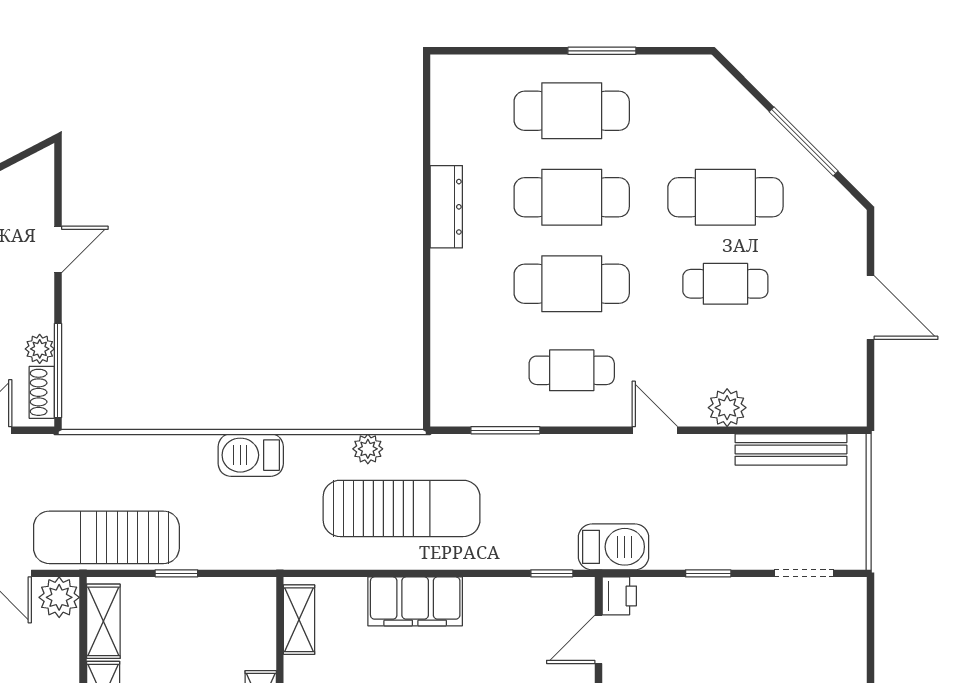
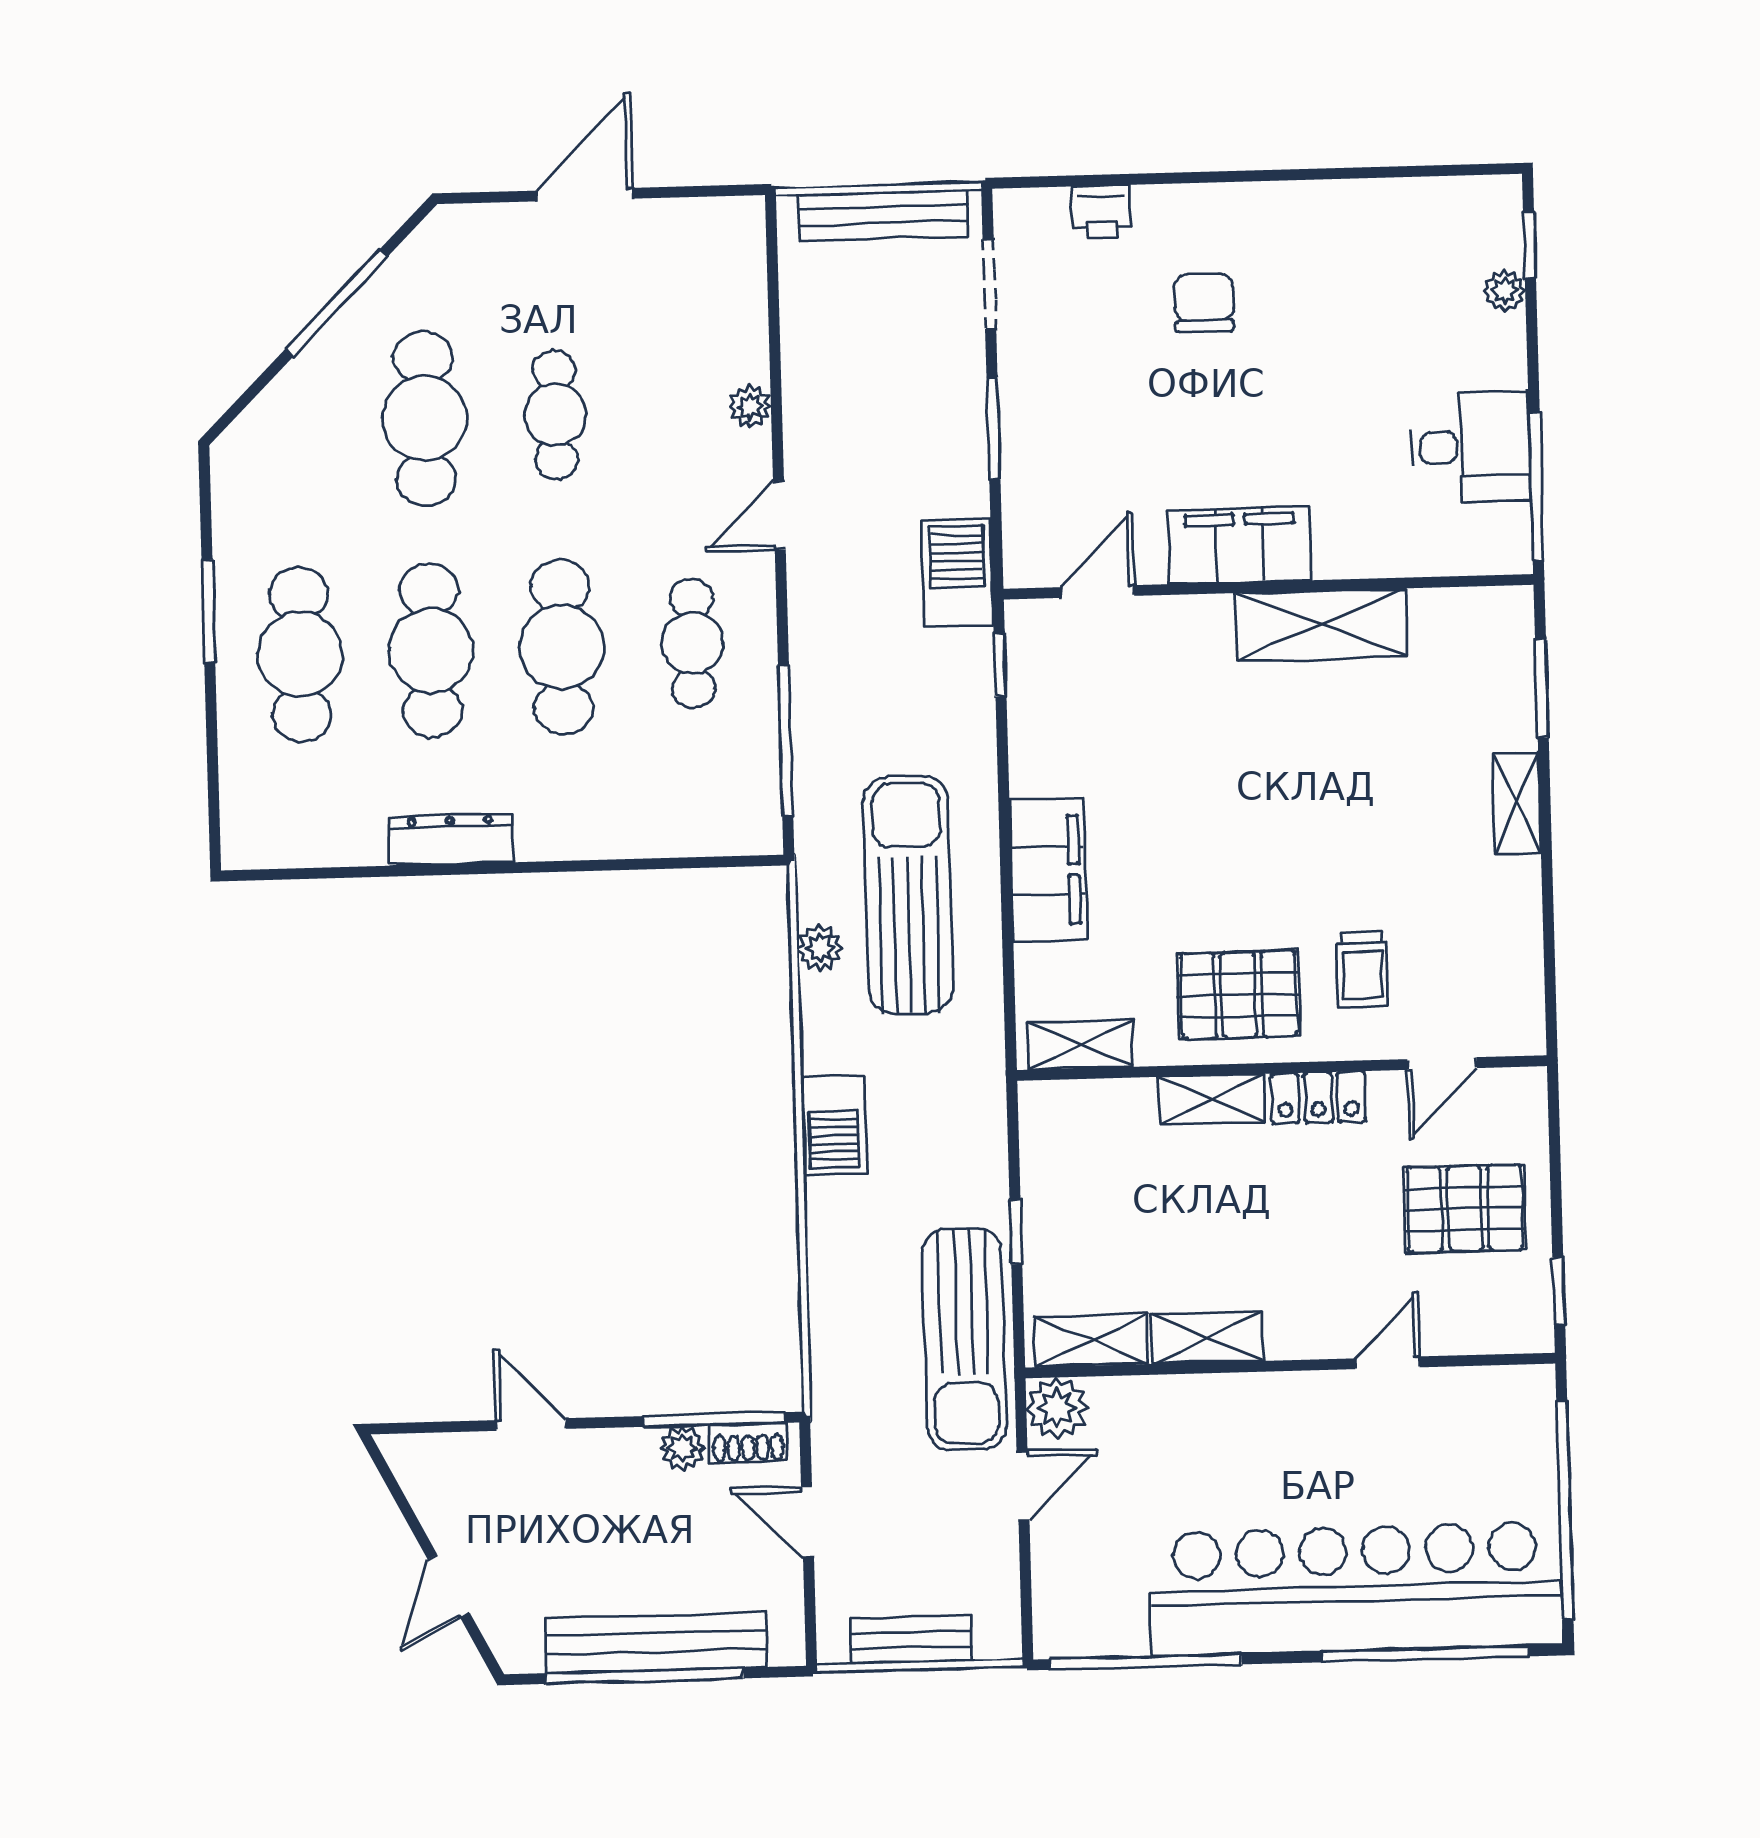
plant: (727, 408) -> (750, 407), width x0.73, depth x0.73
window: (505, 430) -> (786, 741), width x1.44
bench: (791, 449) -> (884, 215), moved, turned 90
window: (708, 573) -> (993, 429), width x1.50
printer: (619, 596) -> (1102, 212), moved, turned 180
door: (598, 639) -> (1098, 592), swing flipped

